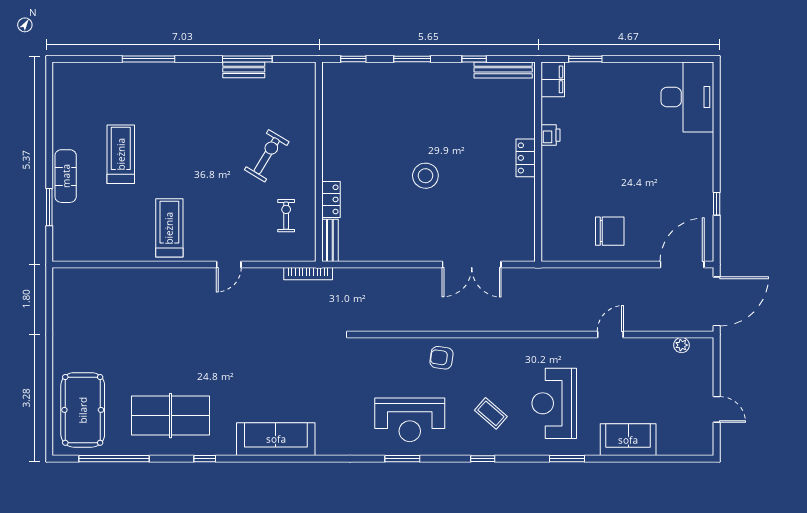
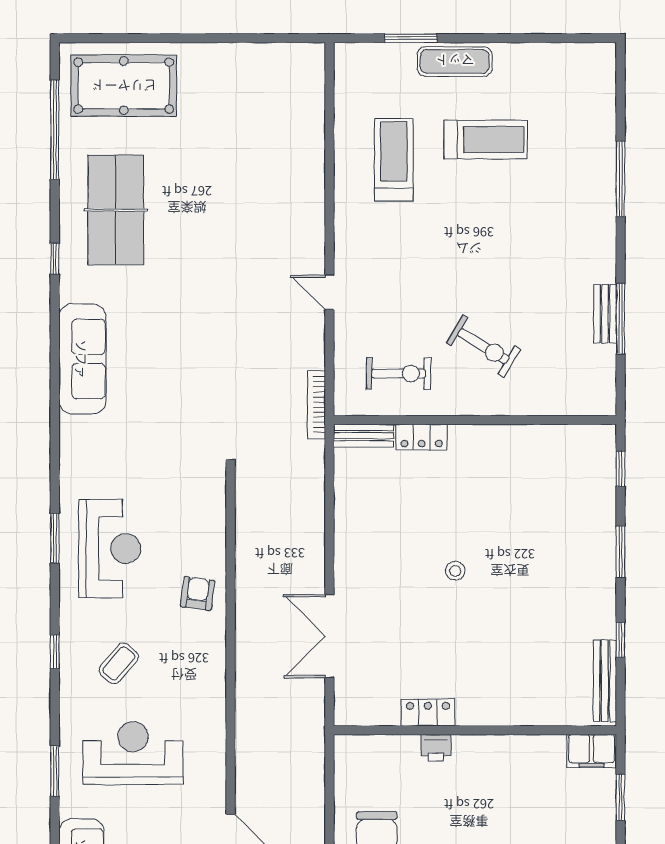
printer: (551, 135) -> (436, 748), moved
locker: (526, 158) -> (428, 713), moved
stool: (425, 176) -> (455, 571), width x0.53, depth x0.53
exercise bike: (286, 216) -> (399, 374), width x1.38, depth x1.39
treadmill: (169, 228) -> (394, 160), moved, turned -90
reception desk: (410, 420) -> (110, 549), turned 180

